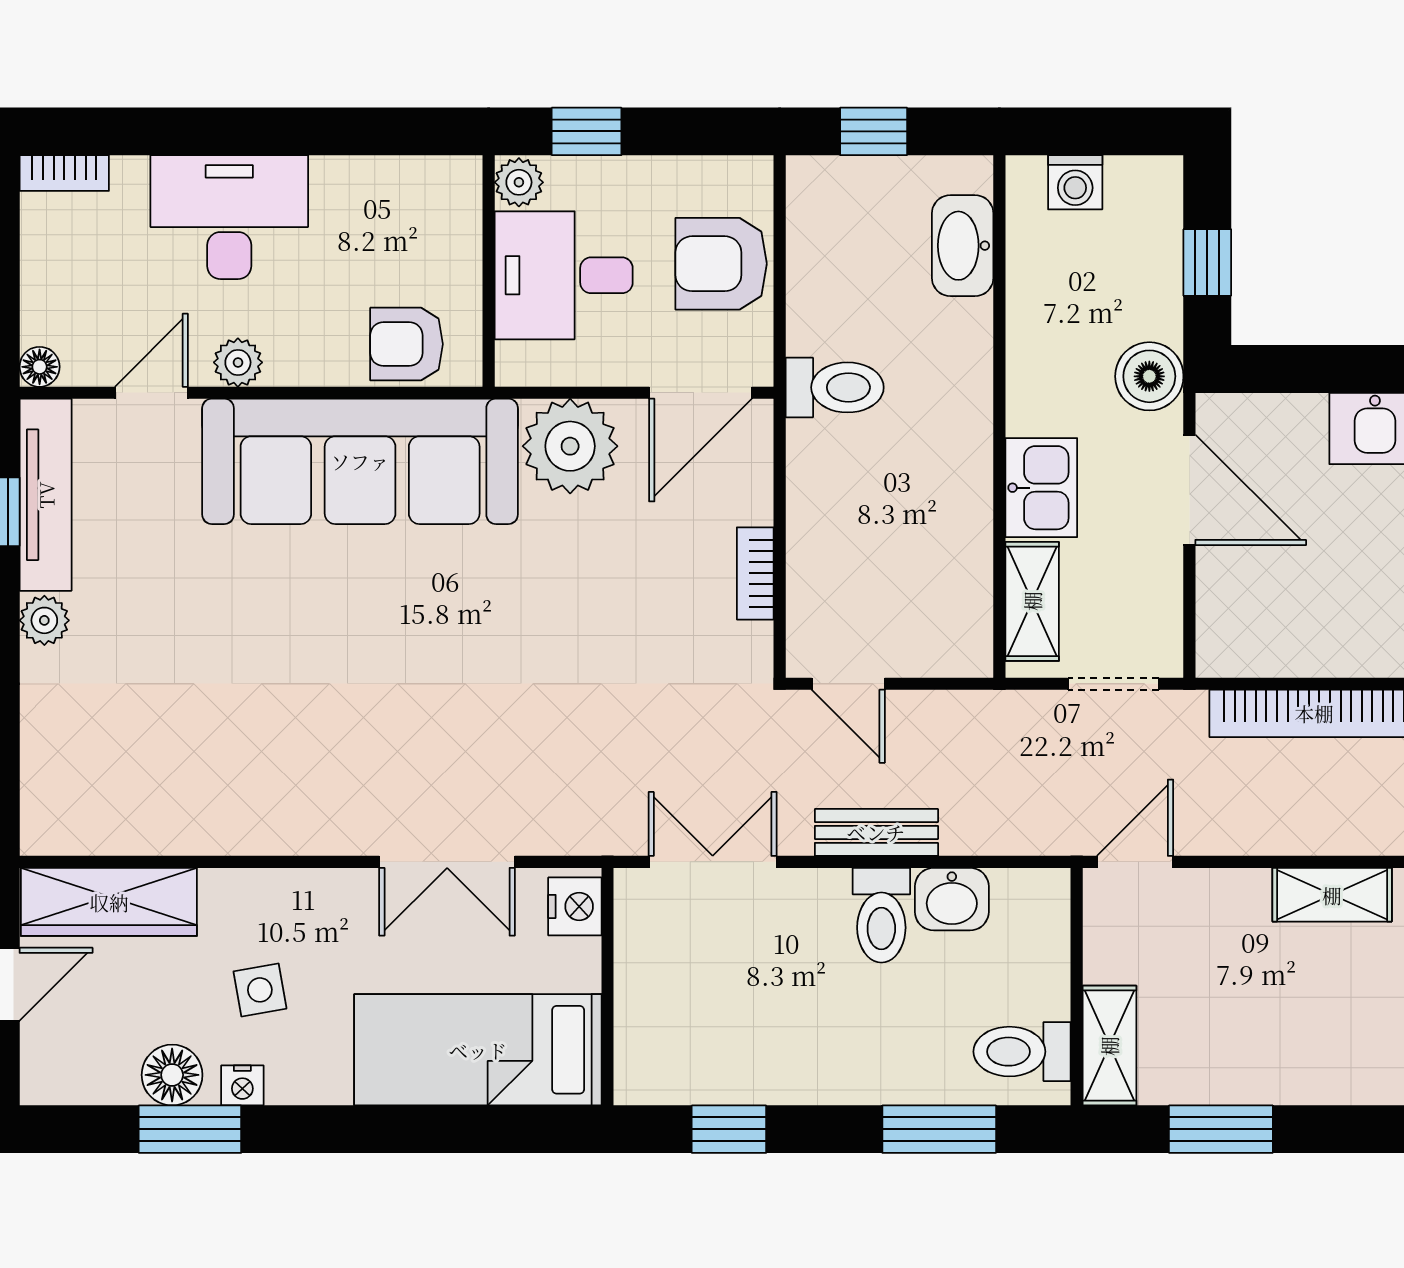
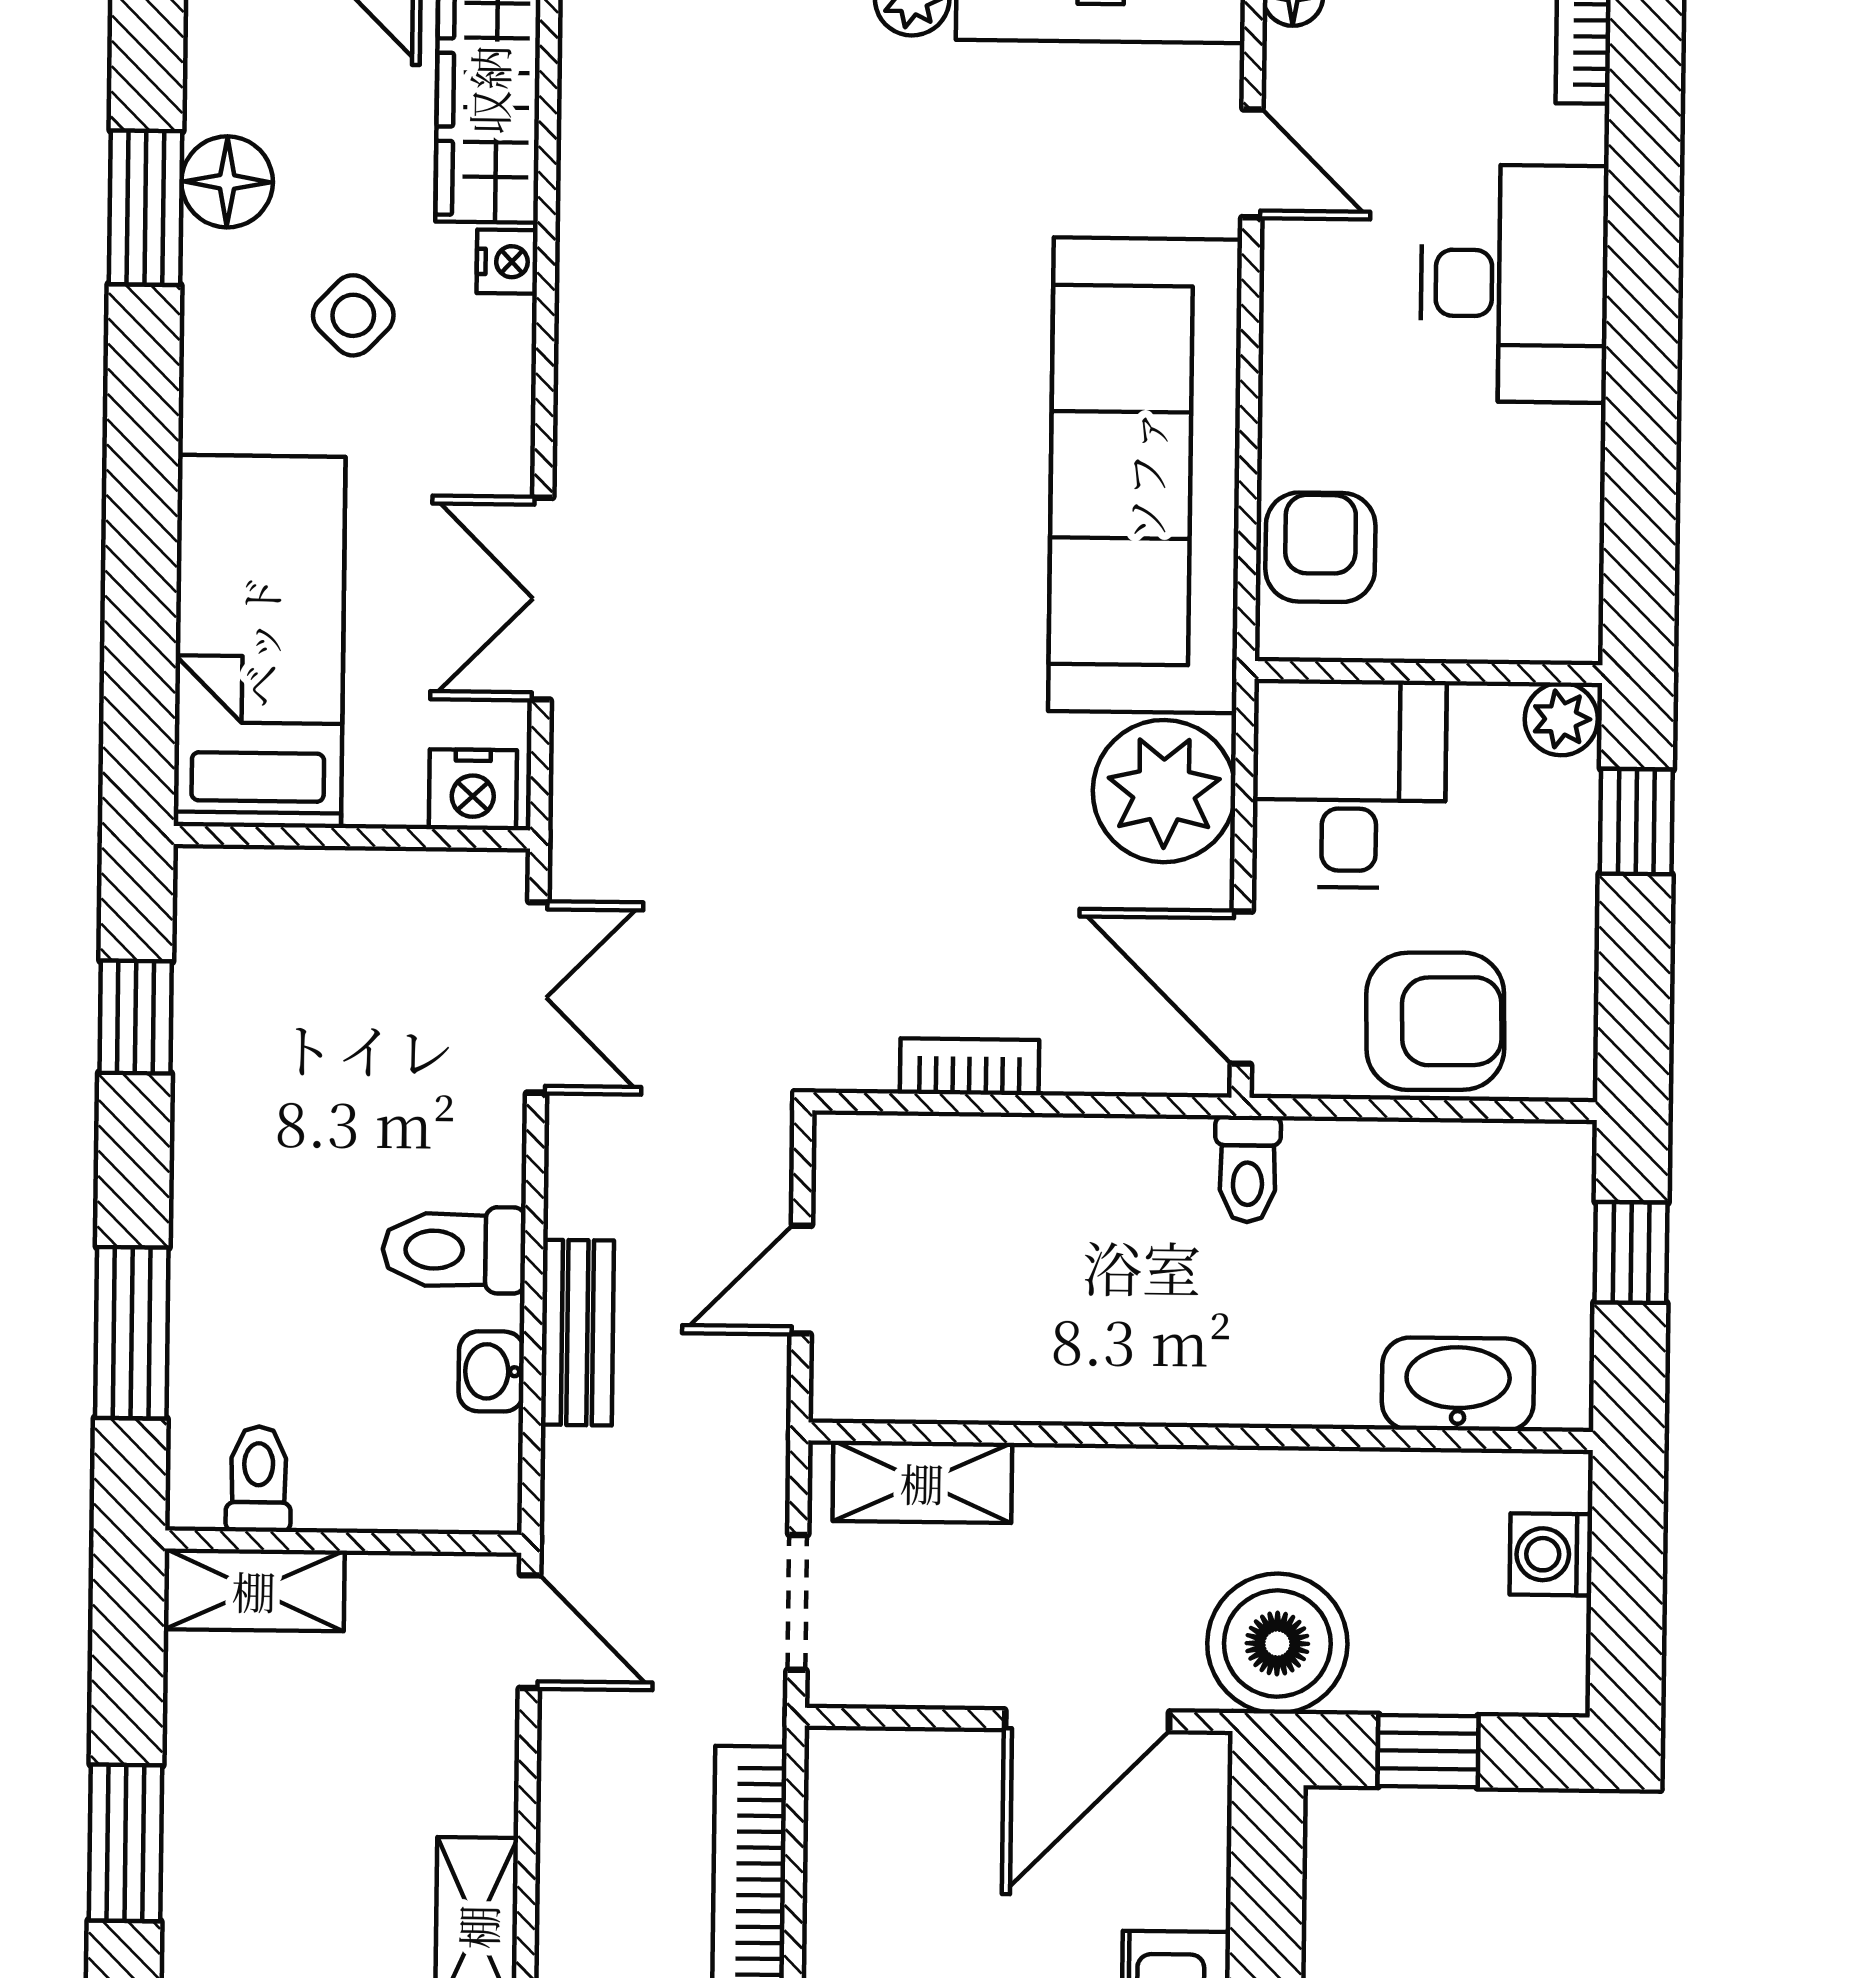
armchair: (721, 264) -> (1435, 1021), turned 89
desk: (564, 275) -> (1349, 784), moved
plant: (238, 362) -> (1296, 294), removed
boiler: (1149, 376) -> (1277, 1644), width x1.37, depth x1.37
toilet: (835, 387) -> (1248, 1169), width x0.73, depth x0.72
kitchen sink: (1041, 488) -> (1093, 1498), removed
door: (848, 684) -> (801, 1280), moved
bench: (876, 832) -> (577, 1333), moved
washbasin: (952, 899) -> (491, 1371), width x0.72, depth x0.69
side table: (260, 990) -> (353, 315), turned -36
toilet: (1022, 1052) -> (258, 1479), width x0.73, depth x0.72
nightstand: (242, 1085) -> (507, 262), moved, turned 180
window: (1221, 1129) -> (126, 1843), moved

